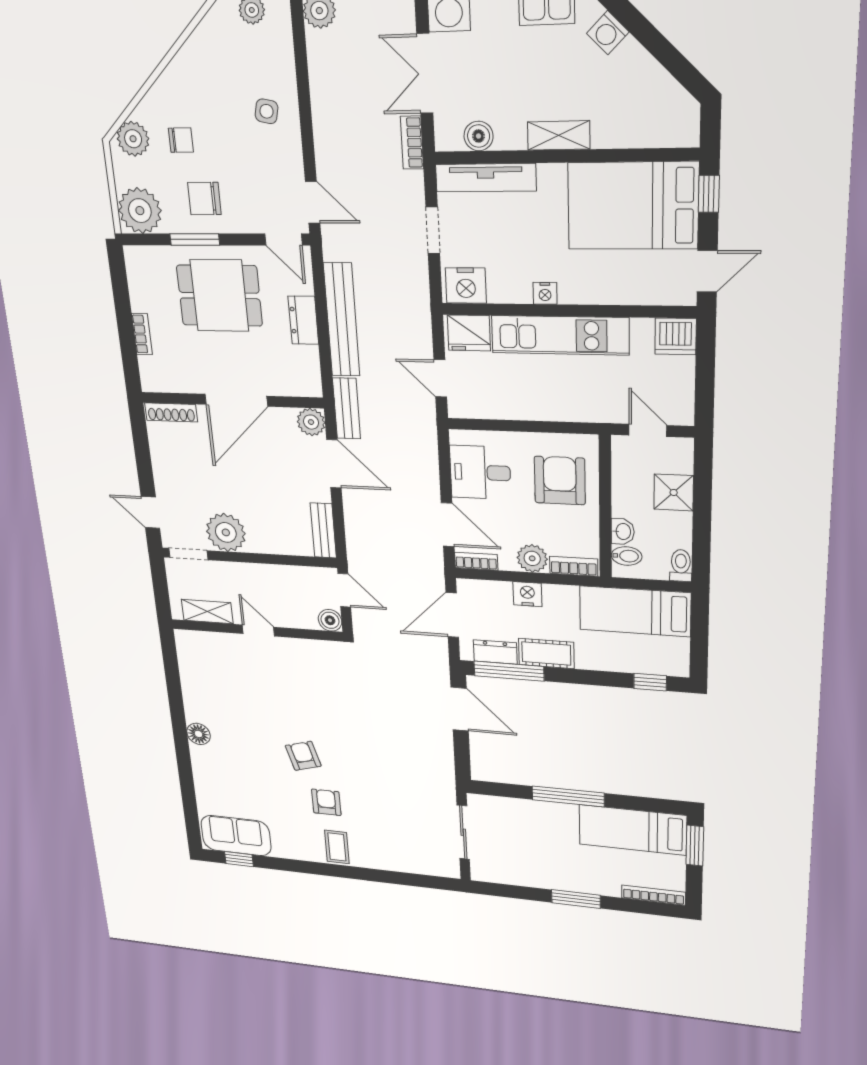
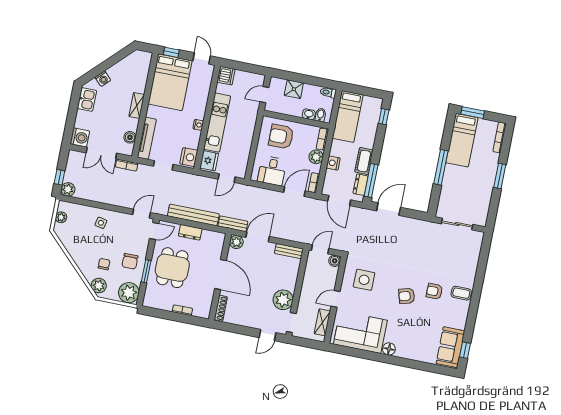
side table: (310, 678) -> (364, 280), added
corner sofa: (212, 682) -> (360, 332), added

